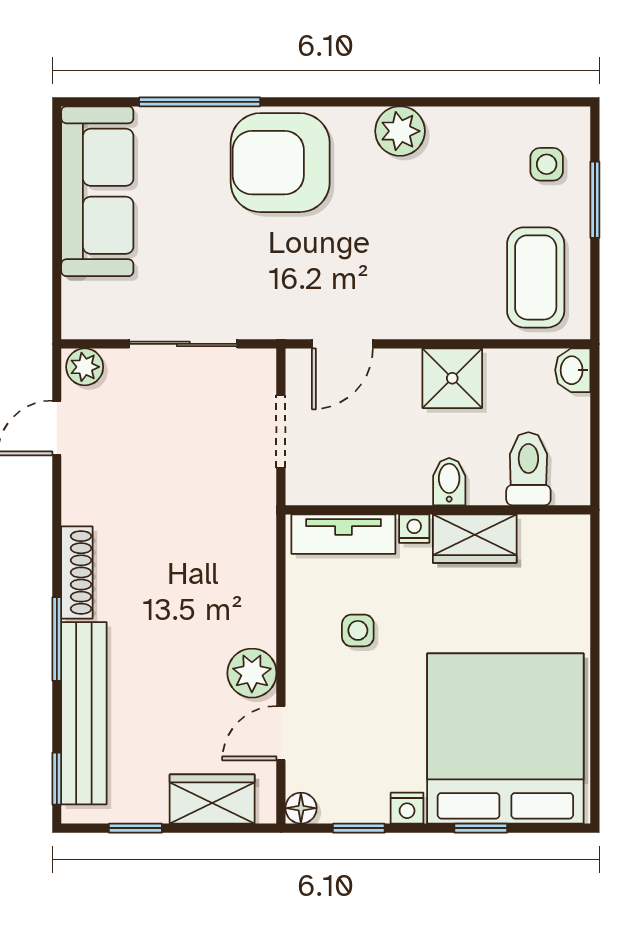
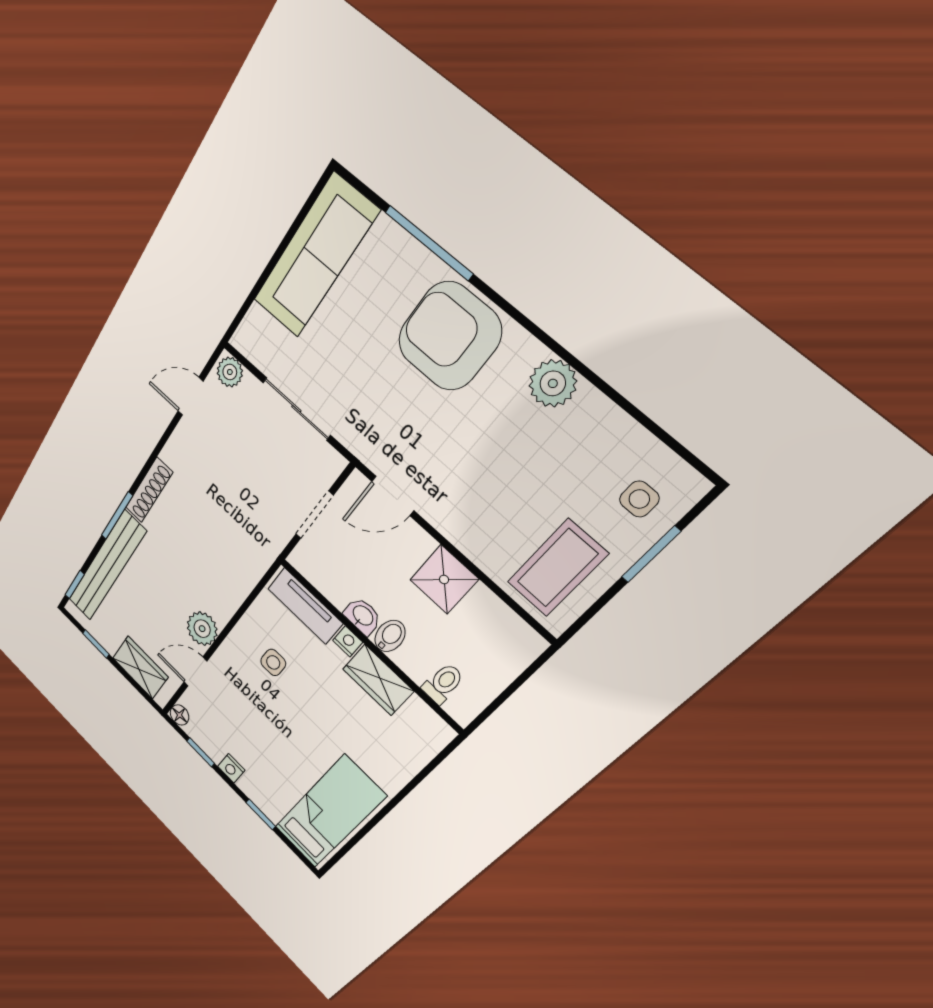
washbasin: (573, 370) -> (363, 616), moved, turned 90
toilet: (528, 469) -> (443, 683), width x0.73, depth x0.72
bed: (505, 739) -> (329, 812), width x0.49

